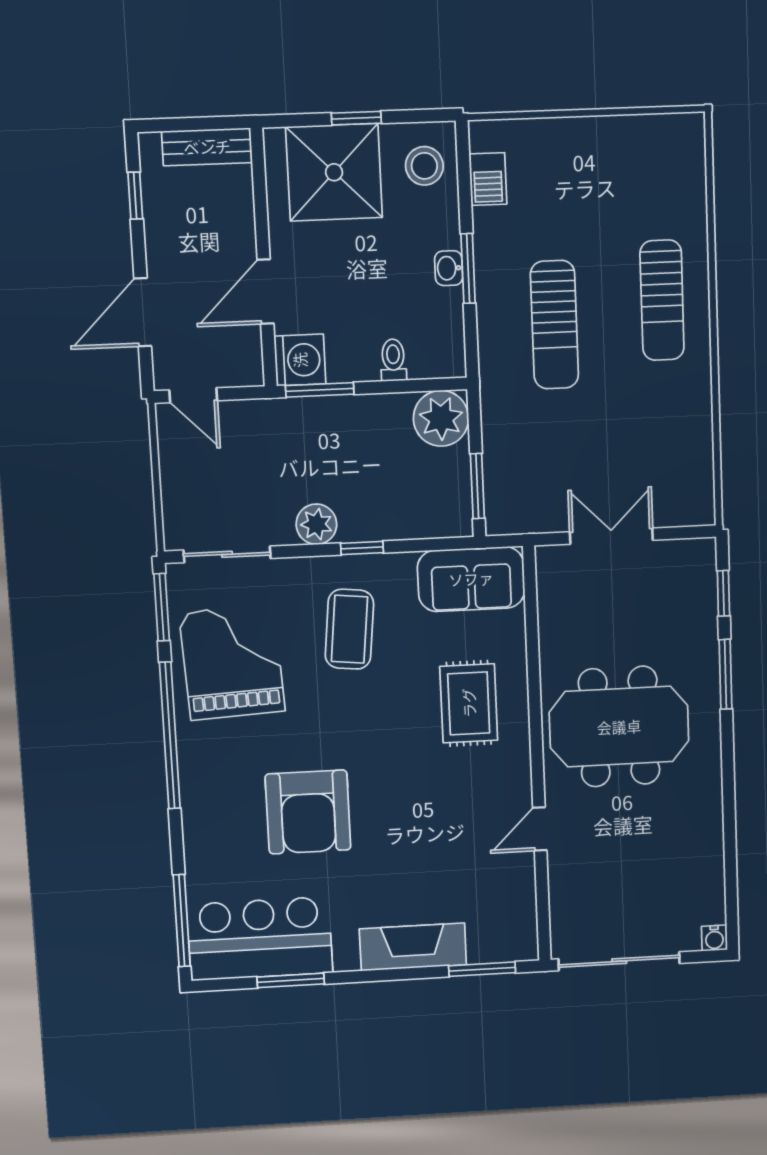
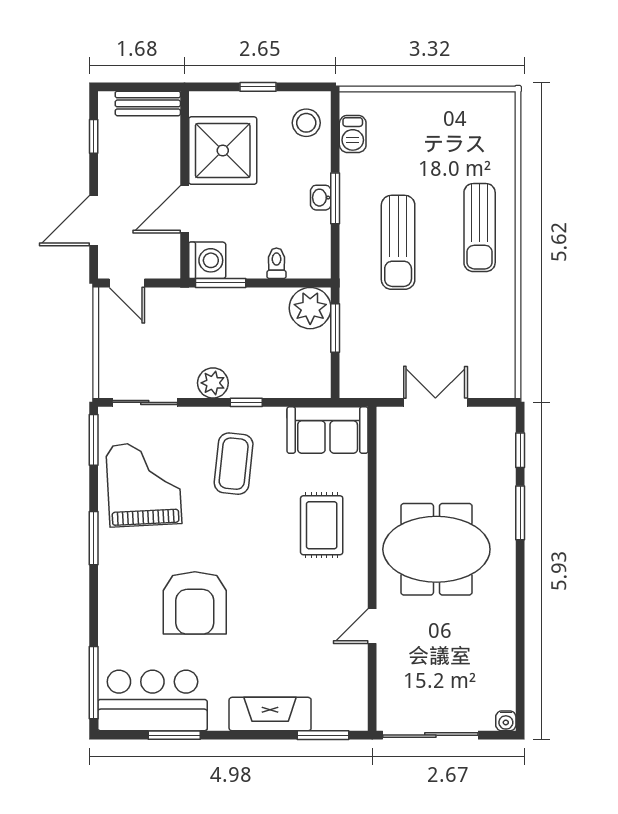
shower: (334, 172) -> (223, 151), moved
window: (477, 486) -> (335, 328), moved
window: (170, 736) -> (94, 538), width x0.47

